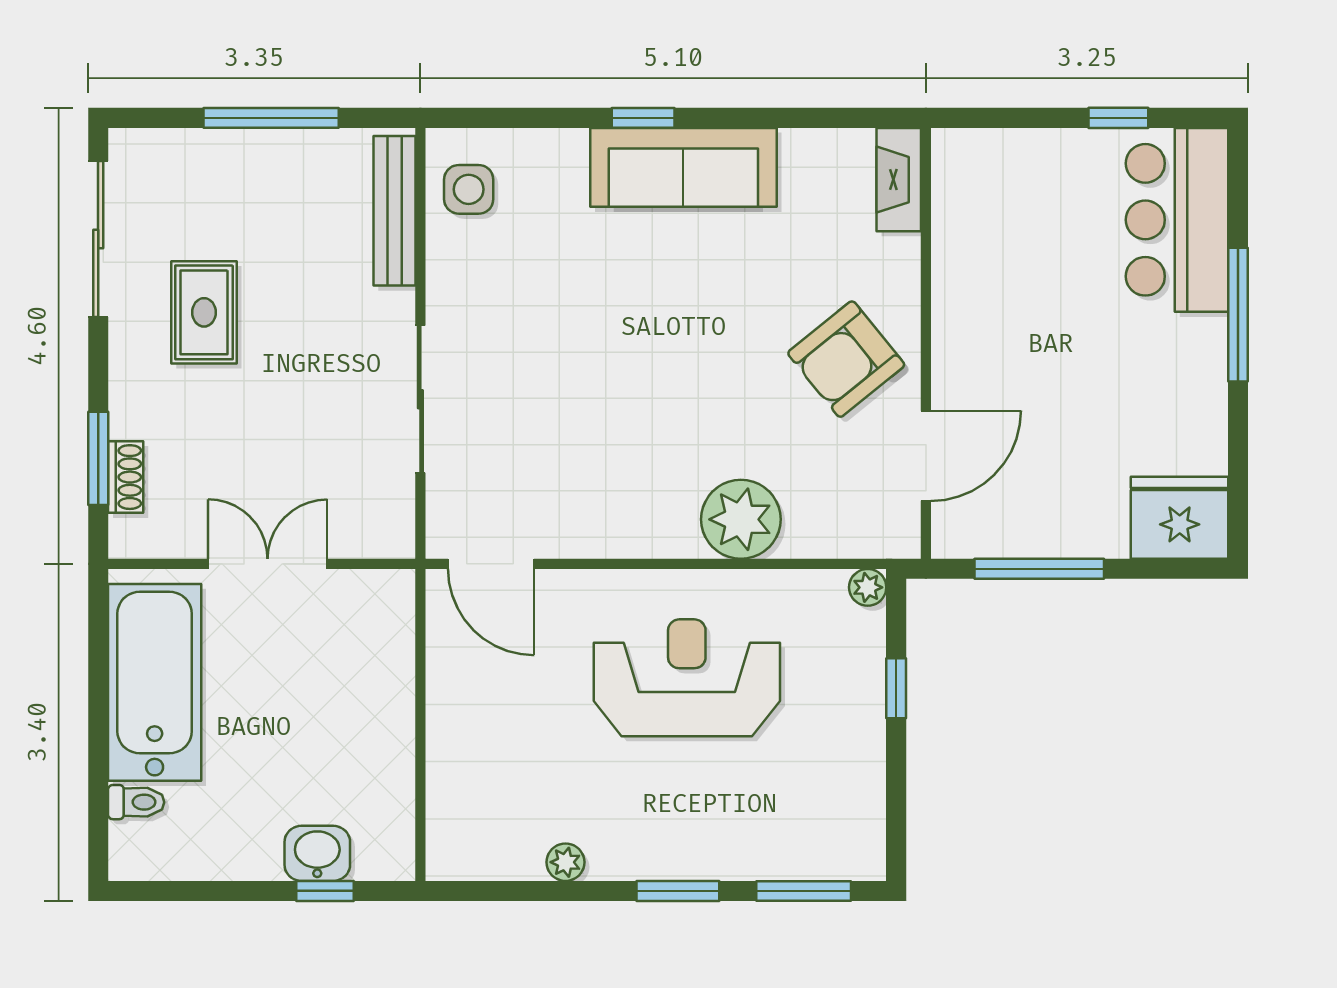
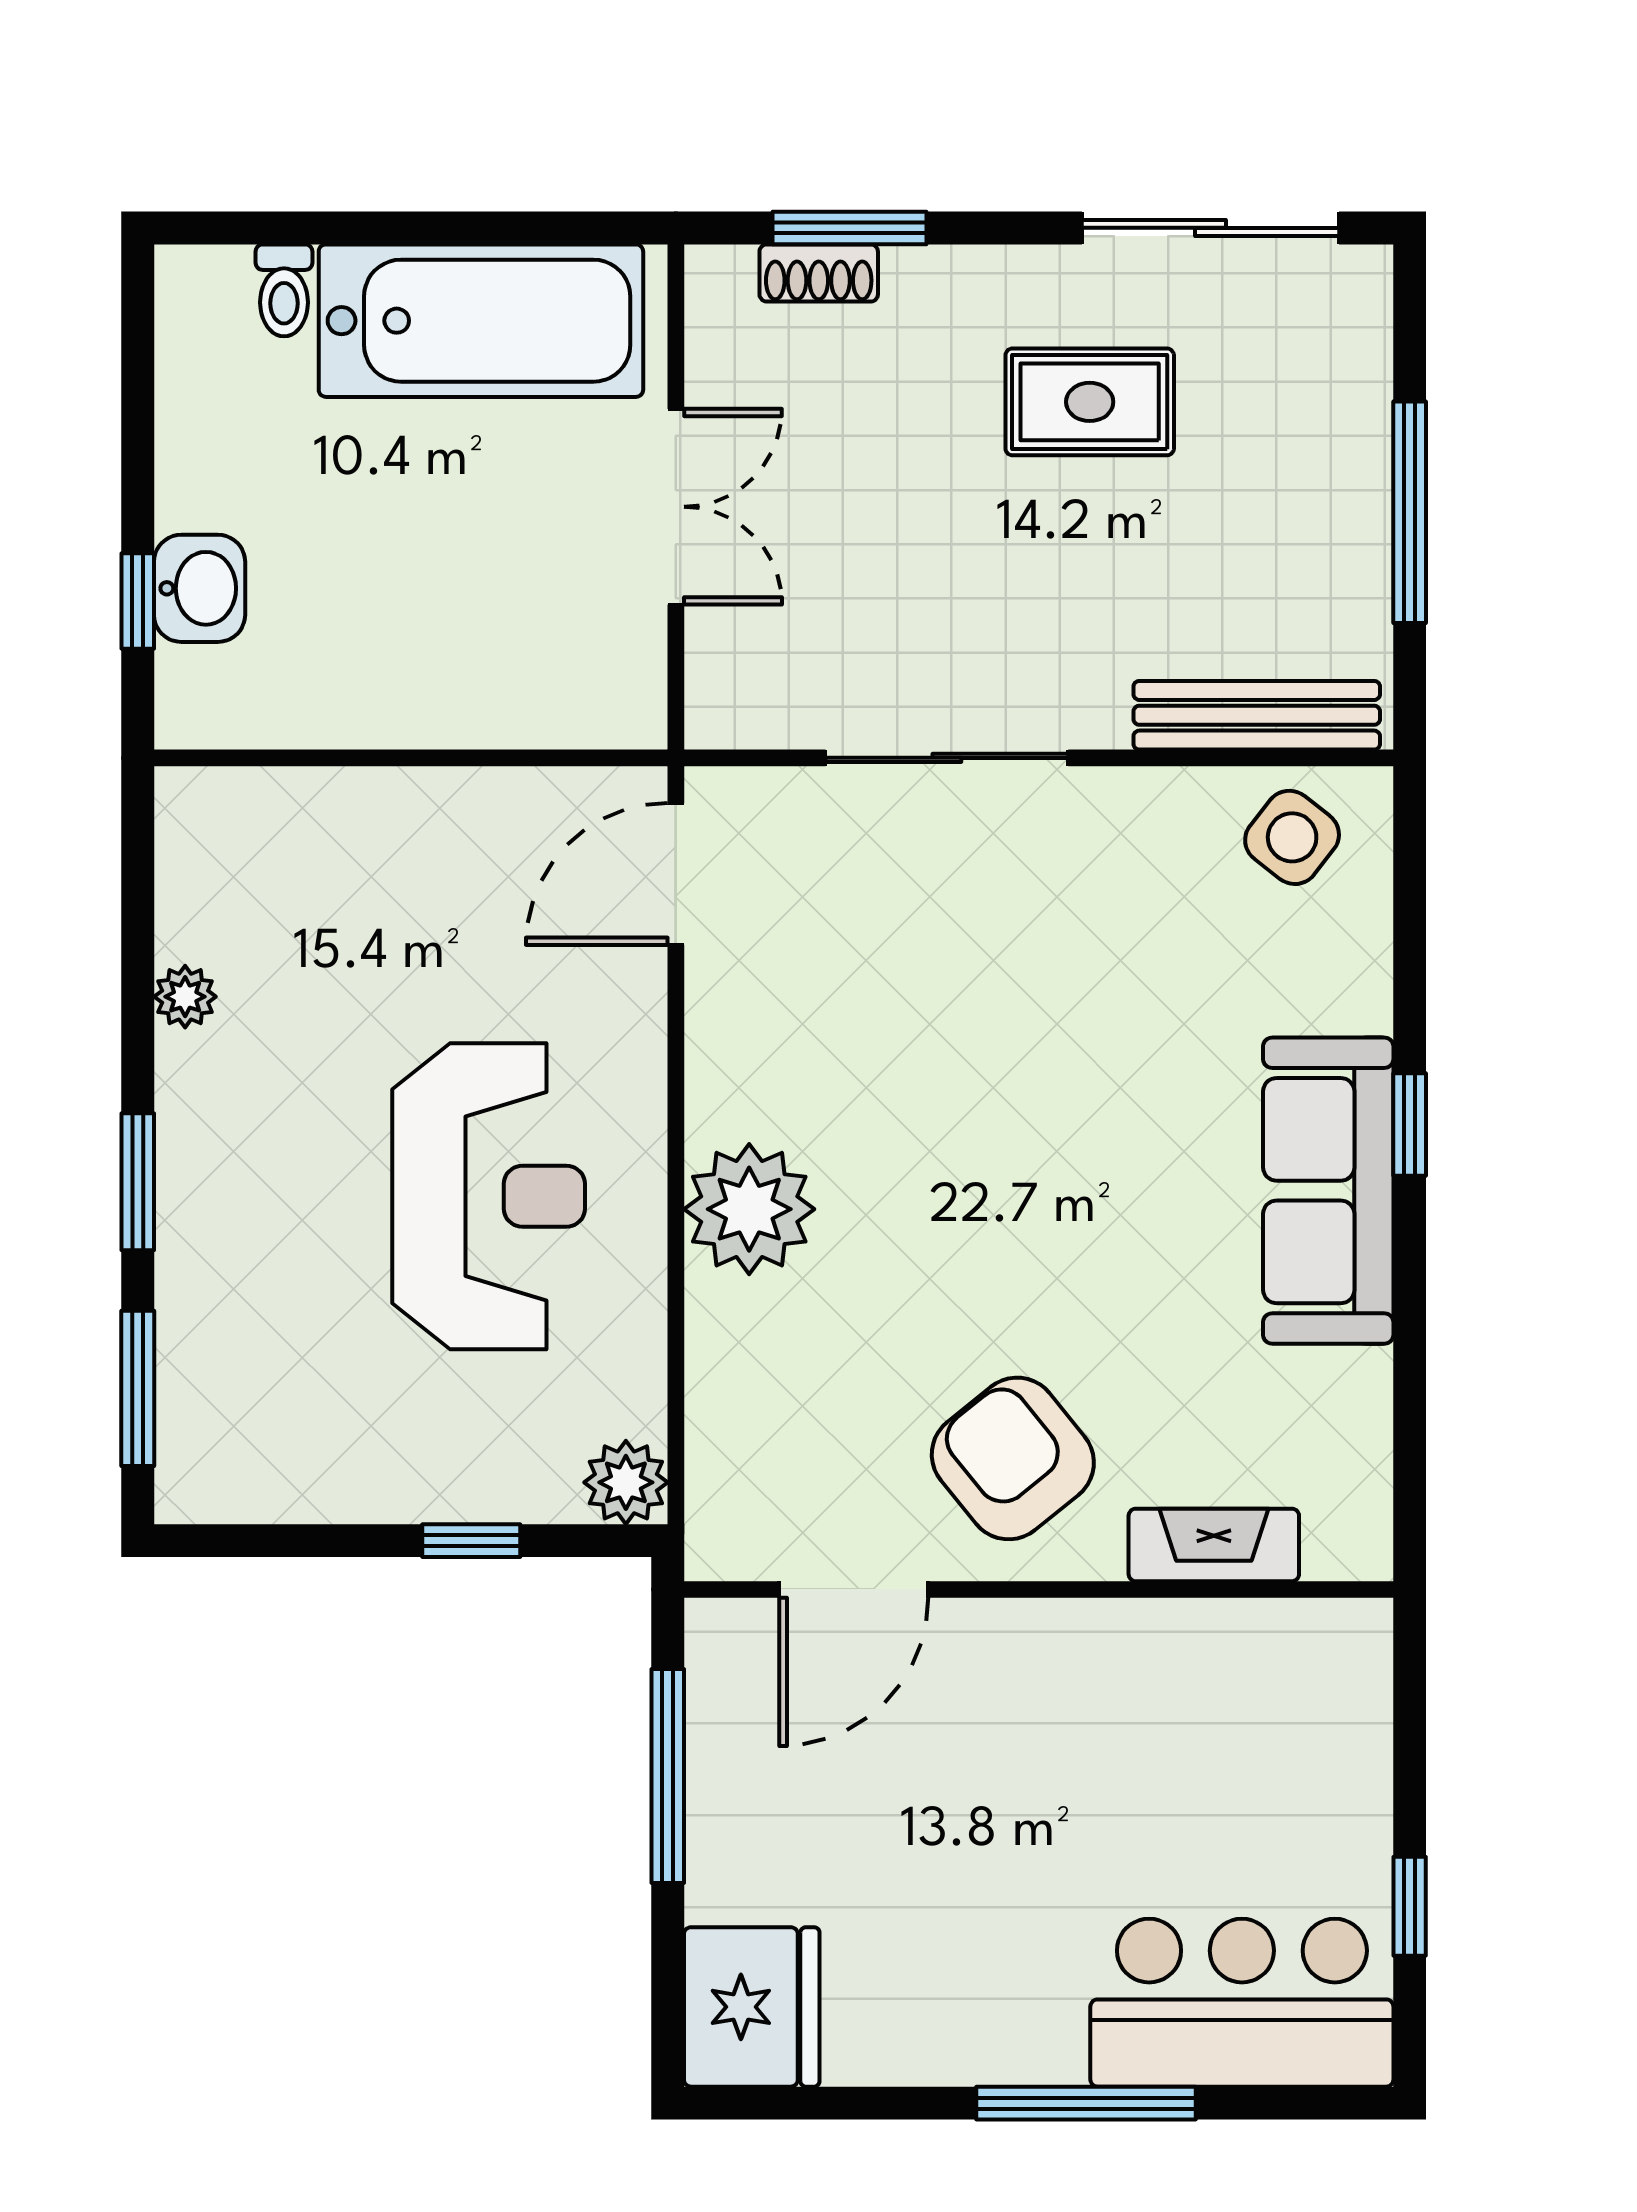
fireplace: (899, 180) -> (1214, 1545), moved
side table: (469, 189) -> (1292, 837), turned 38
door: (926, 456) -> (854, 1589), hinge flipped
plant: (741, 519) -> (749, 1209), moved
plant: (868, 587) -> (626, 1482), width x1.38, depth x1.38

